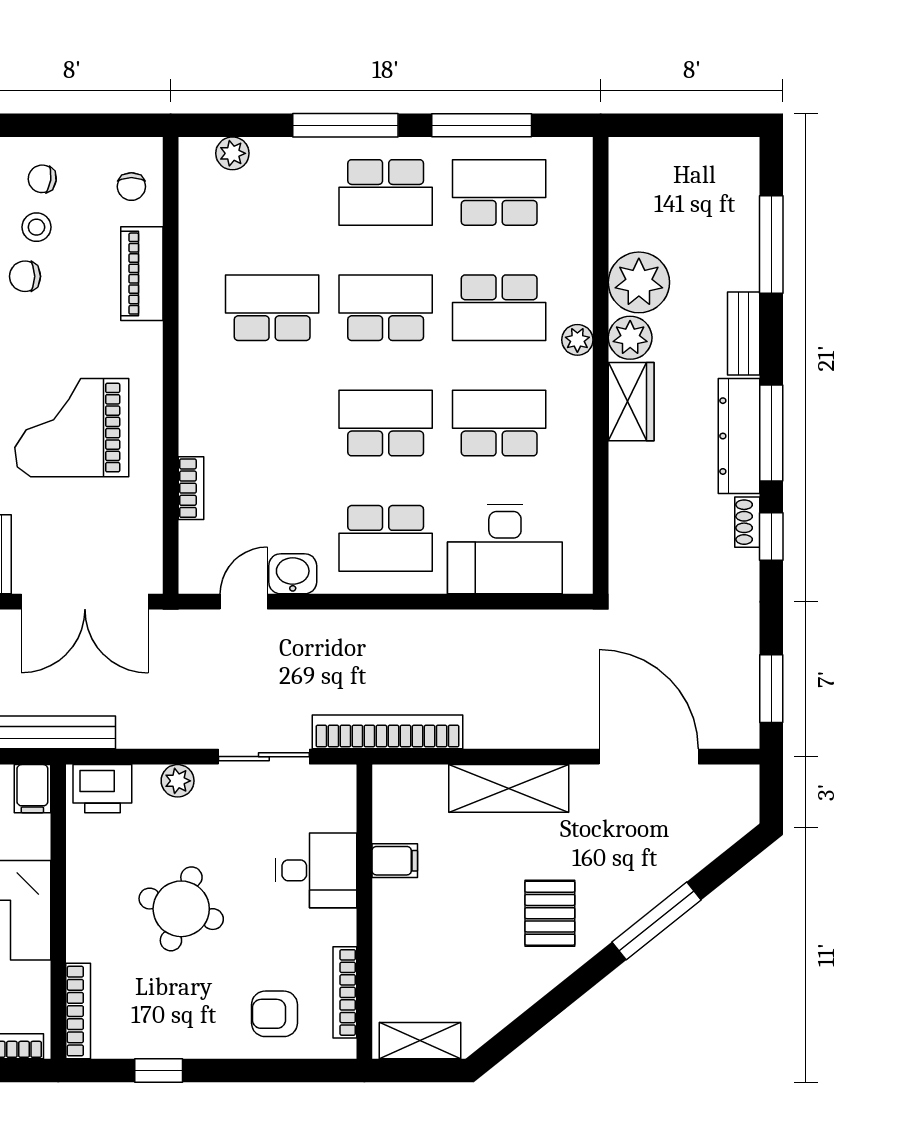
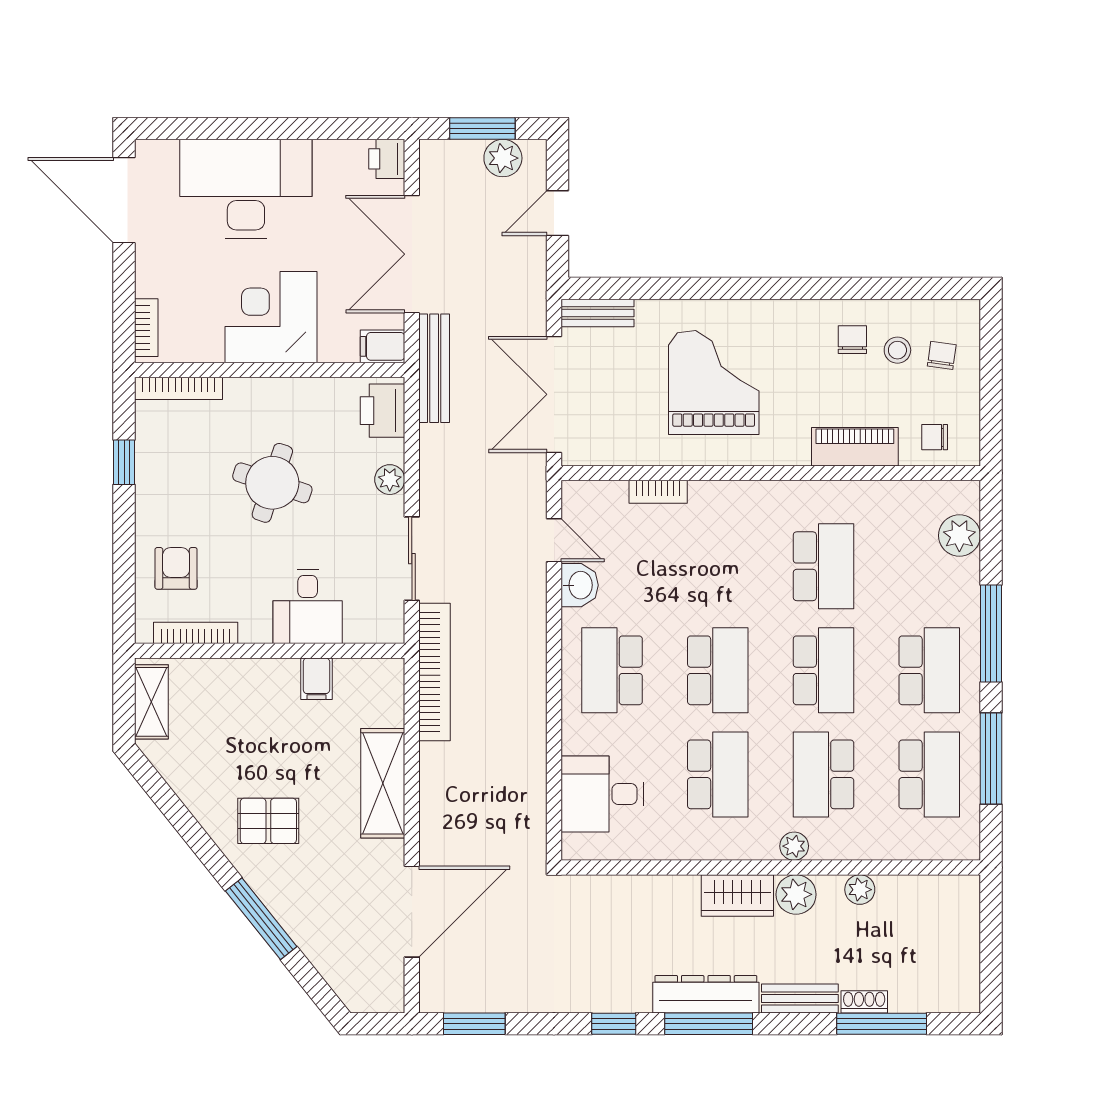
plant: (232, 153) -> (959, 536), width x1.38, depth x1.38
school desk: (386, 192) -> (929, 670), turned 180
plant: (639, 282) -> (860, 890), width x0.53, depth x0.53
shoe rack: (747, 522) -> (864, 1002), moved
desk: (505, 549) -> (602, 794), width x0.73

